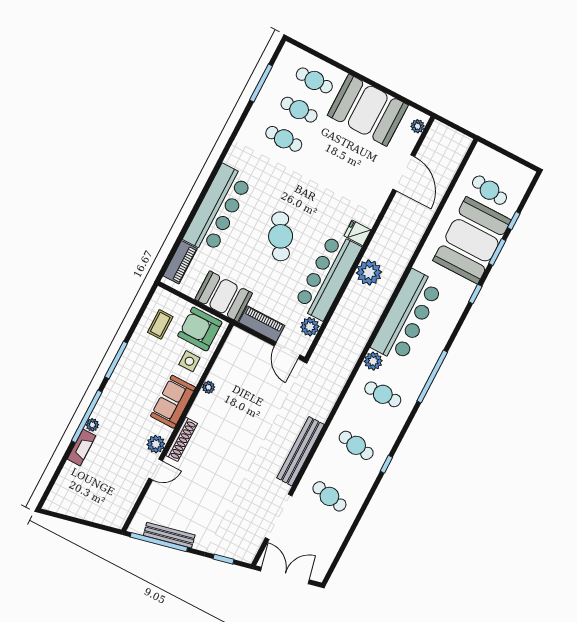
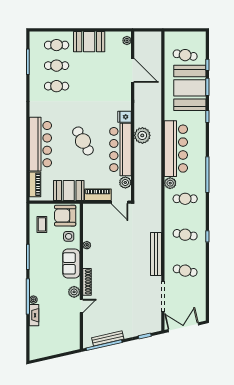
booth: (368, 110) -> (89, 42), width x0.73, depth x0.70

